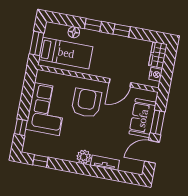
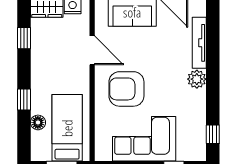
window: (122, 30) -> (24, 38), moved
tv unit: (105, 163) -> (199, 43), width x1.41

